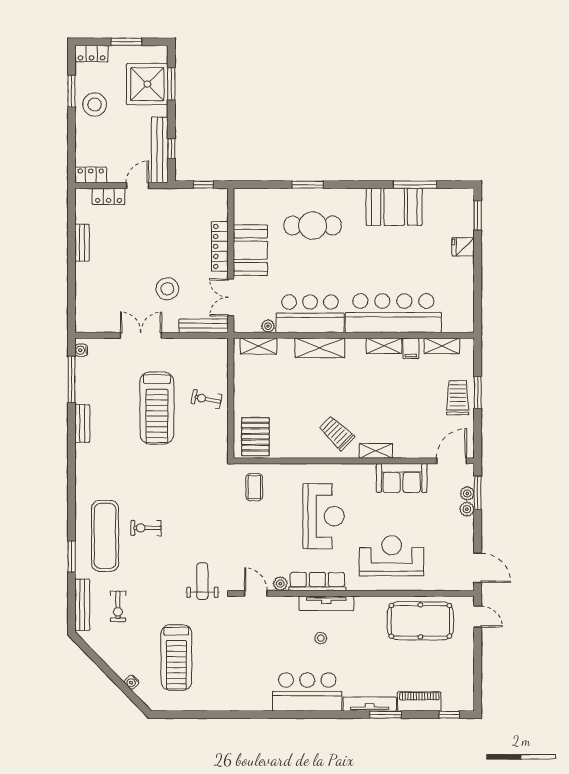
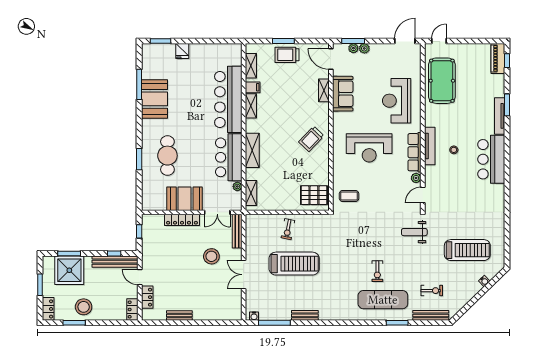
shelving: (376, 451) -> (324, 90), moved
reception desk: (324, 516) -> (369, 148), turned 180
piano: (419, 702) -> (498, 58), moved

